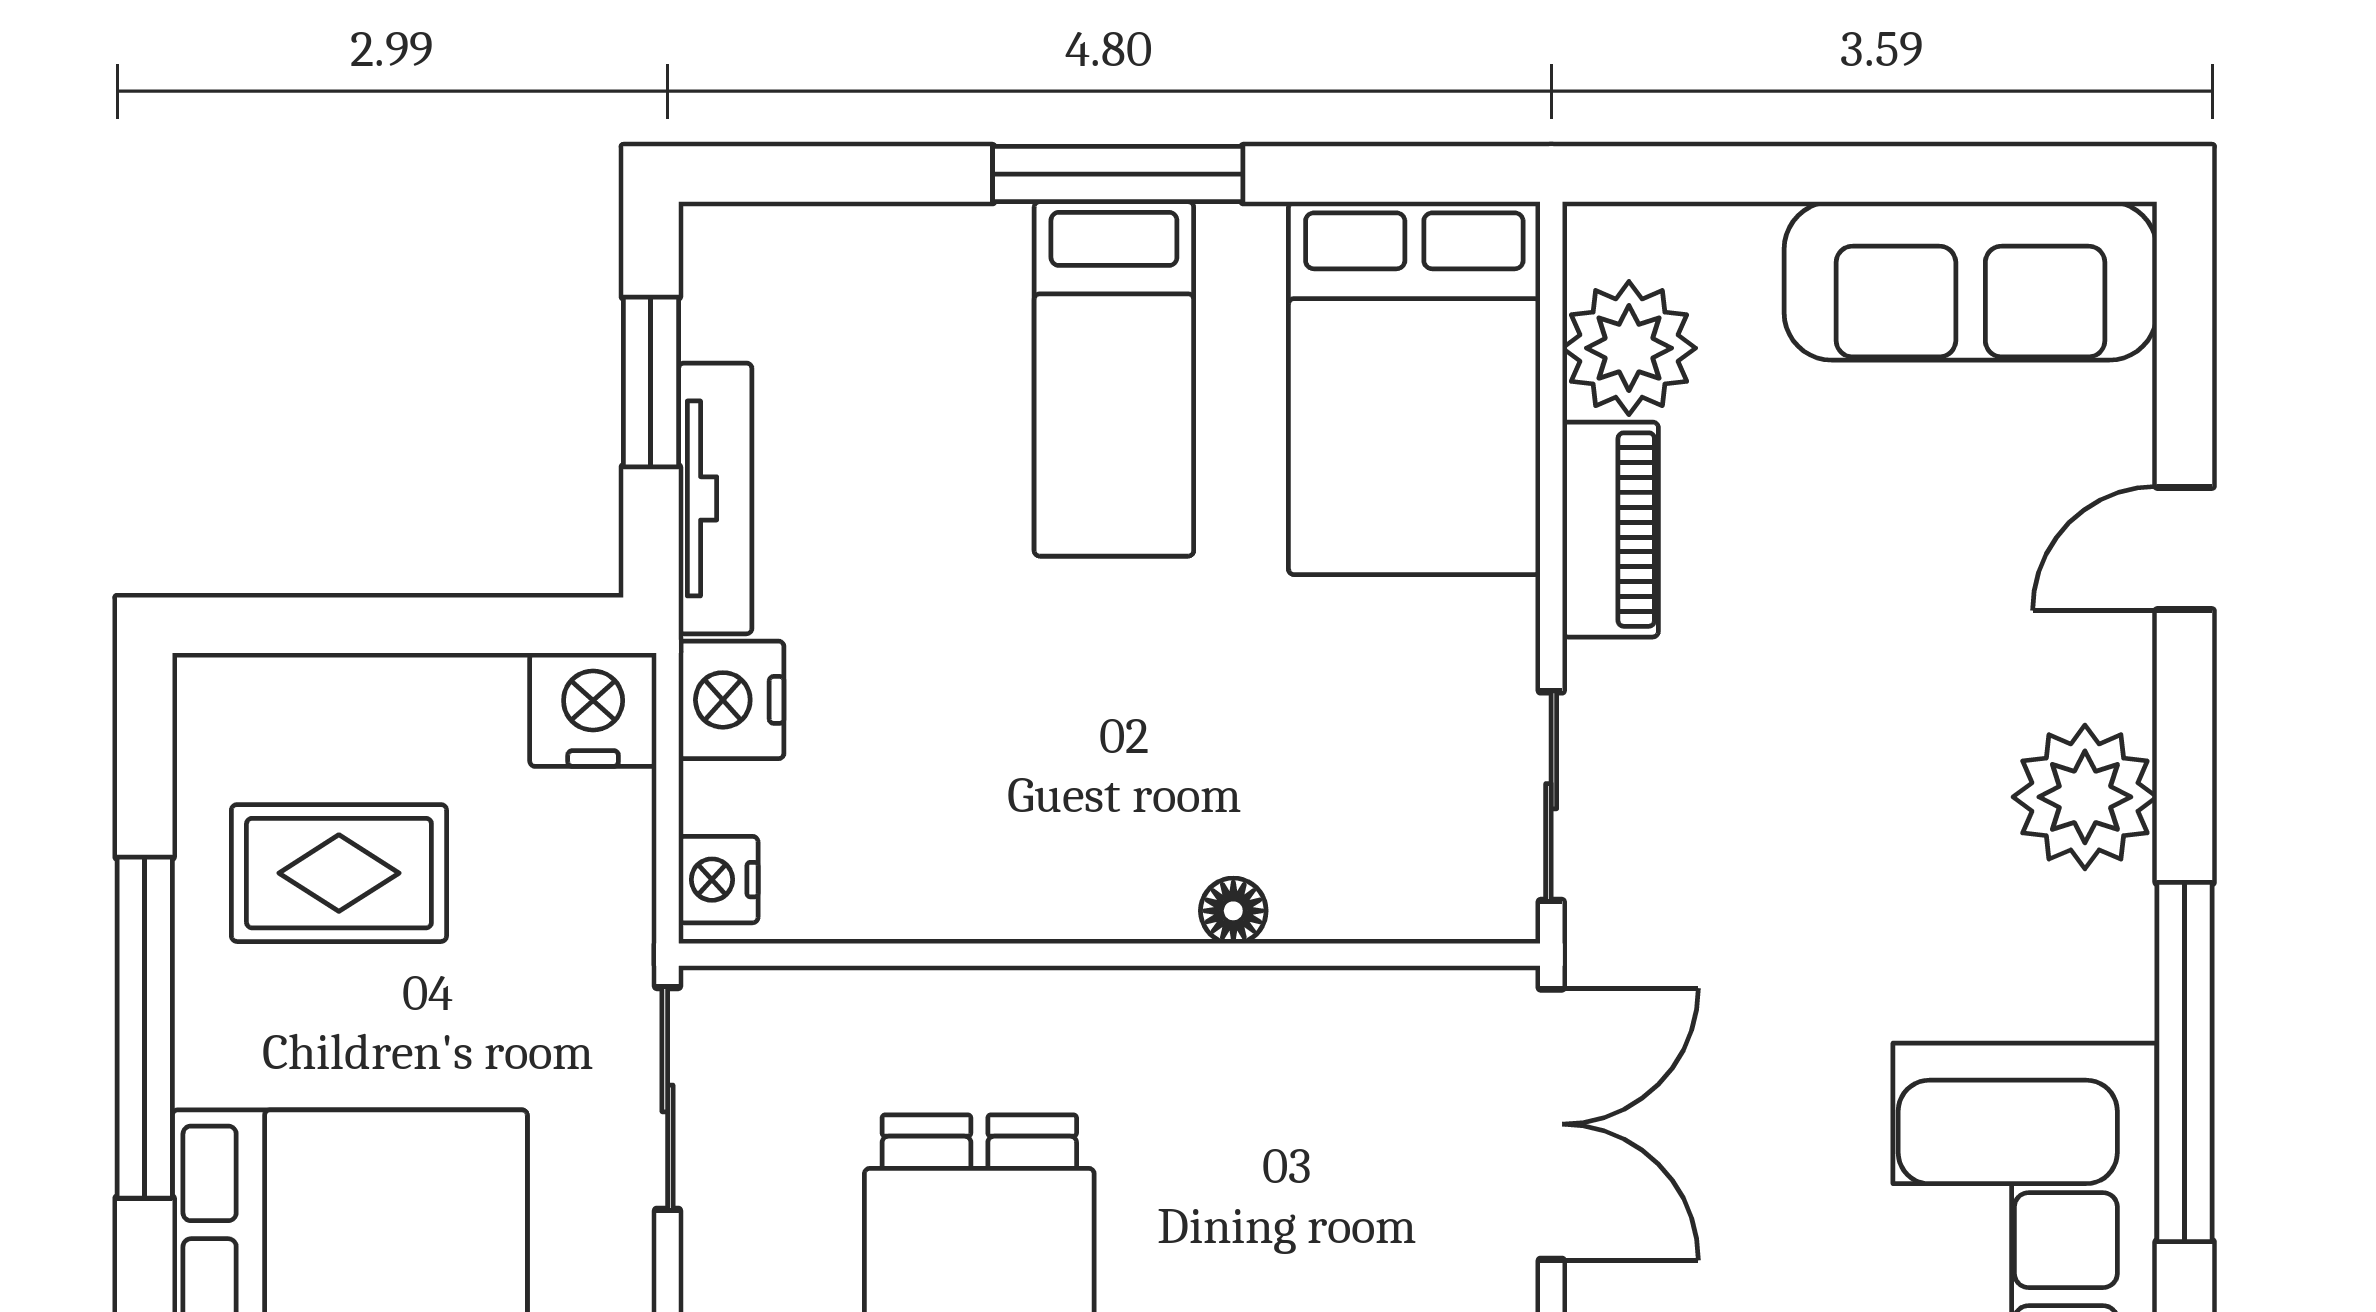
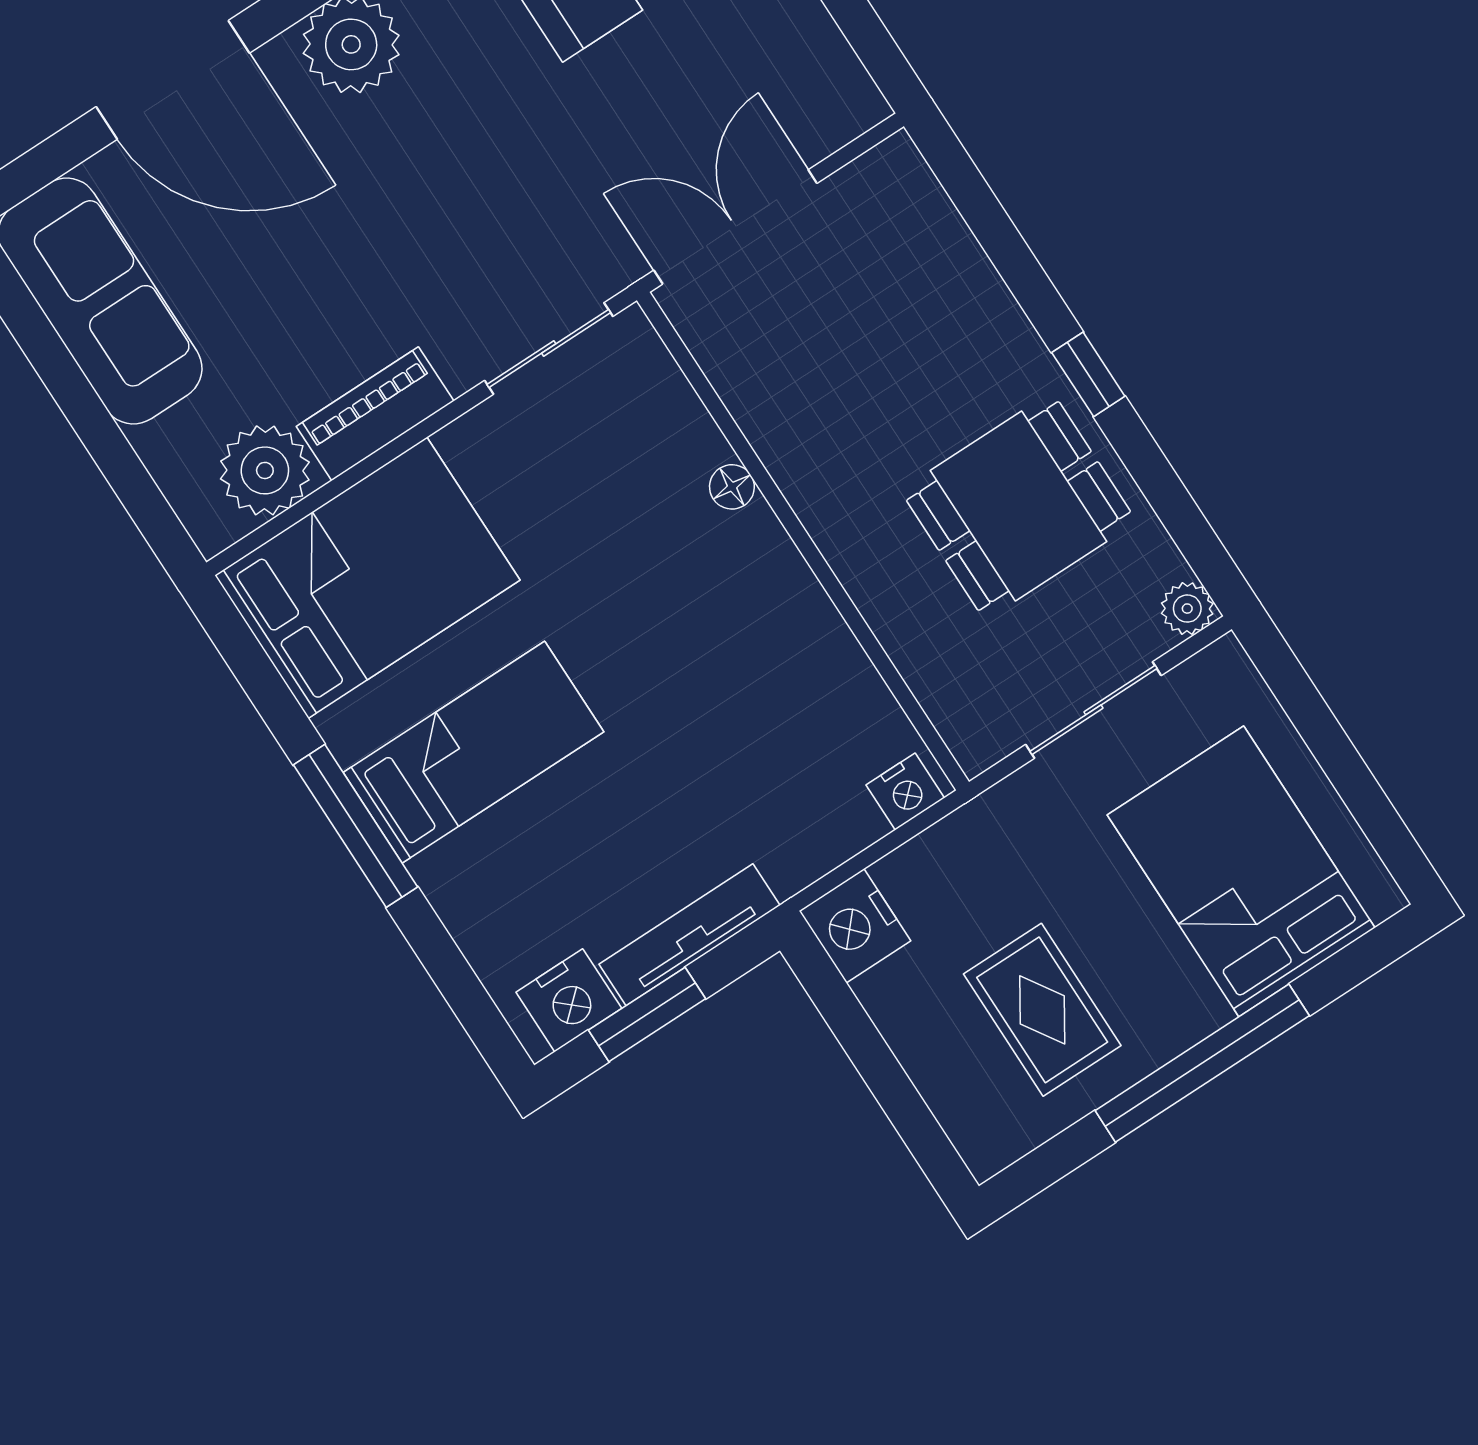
door: (2185, 548) -> (173, 80), width x1.88
nightstand: (731, 700) -> (569, 1000), moved
sliding door: (668, 1098) -> (1093, 710), moved

